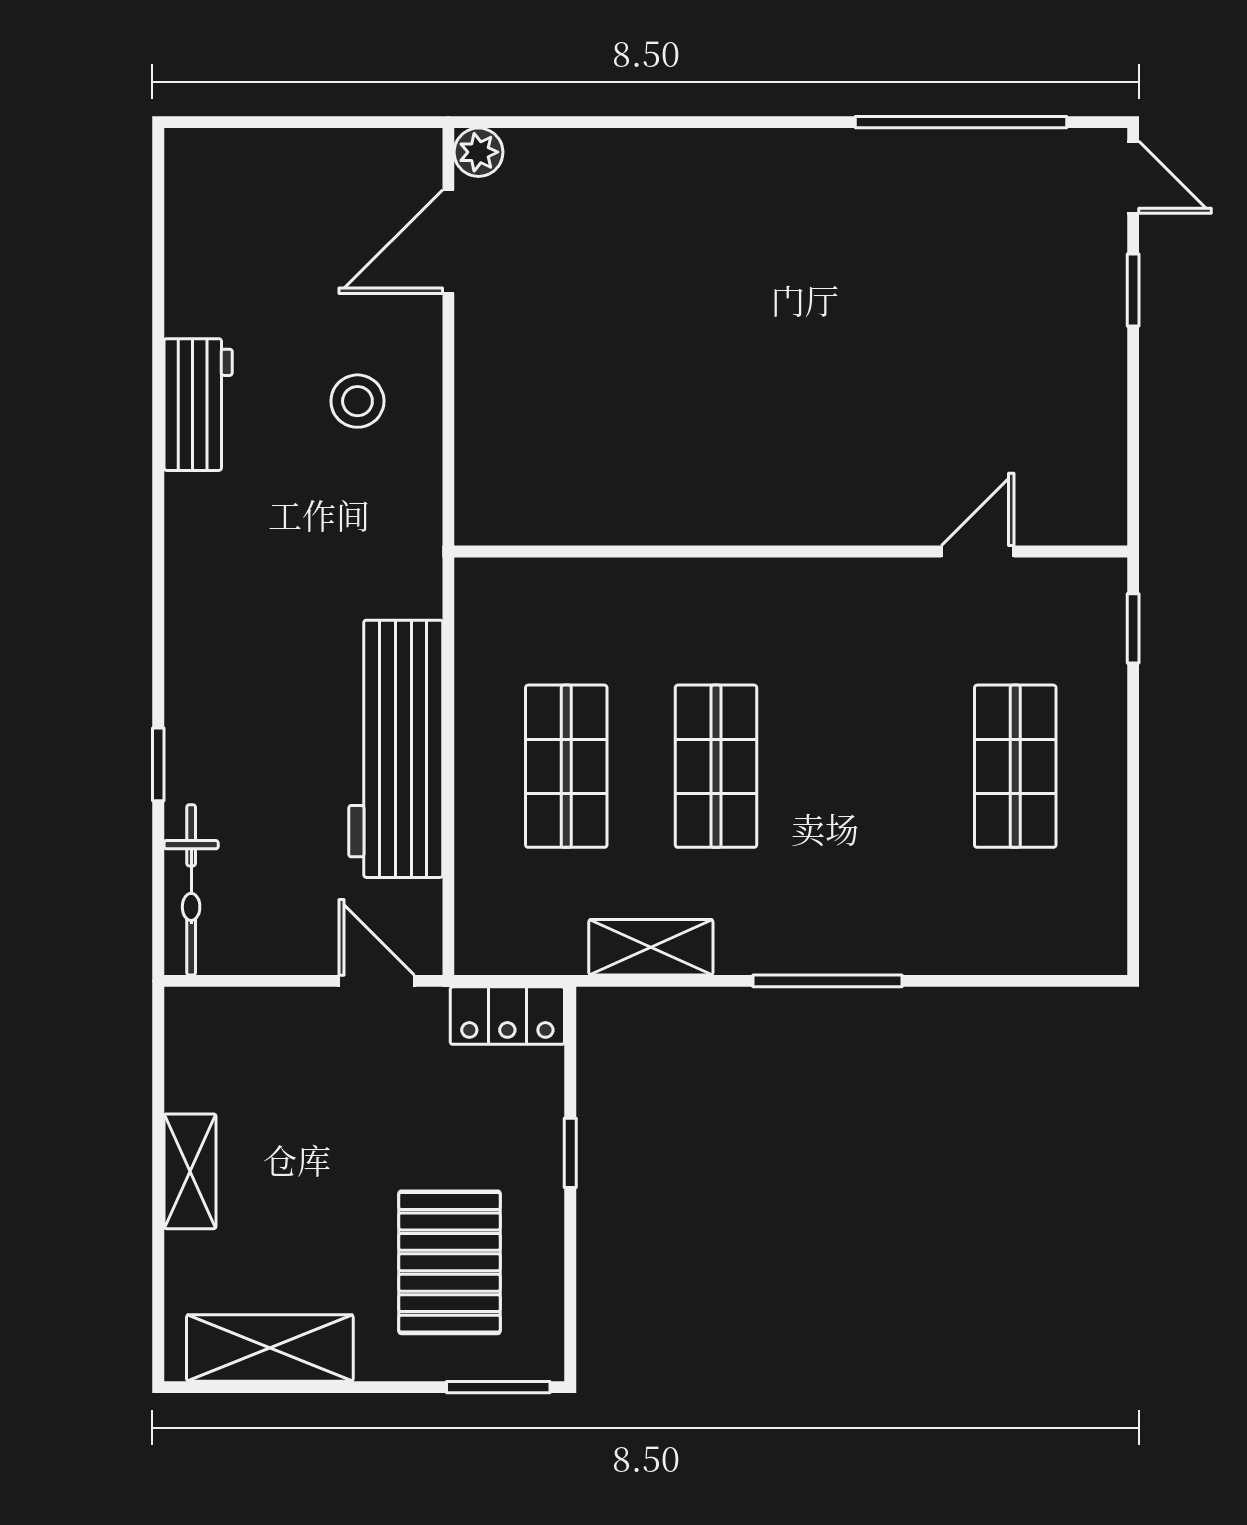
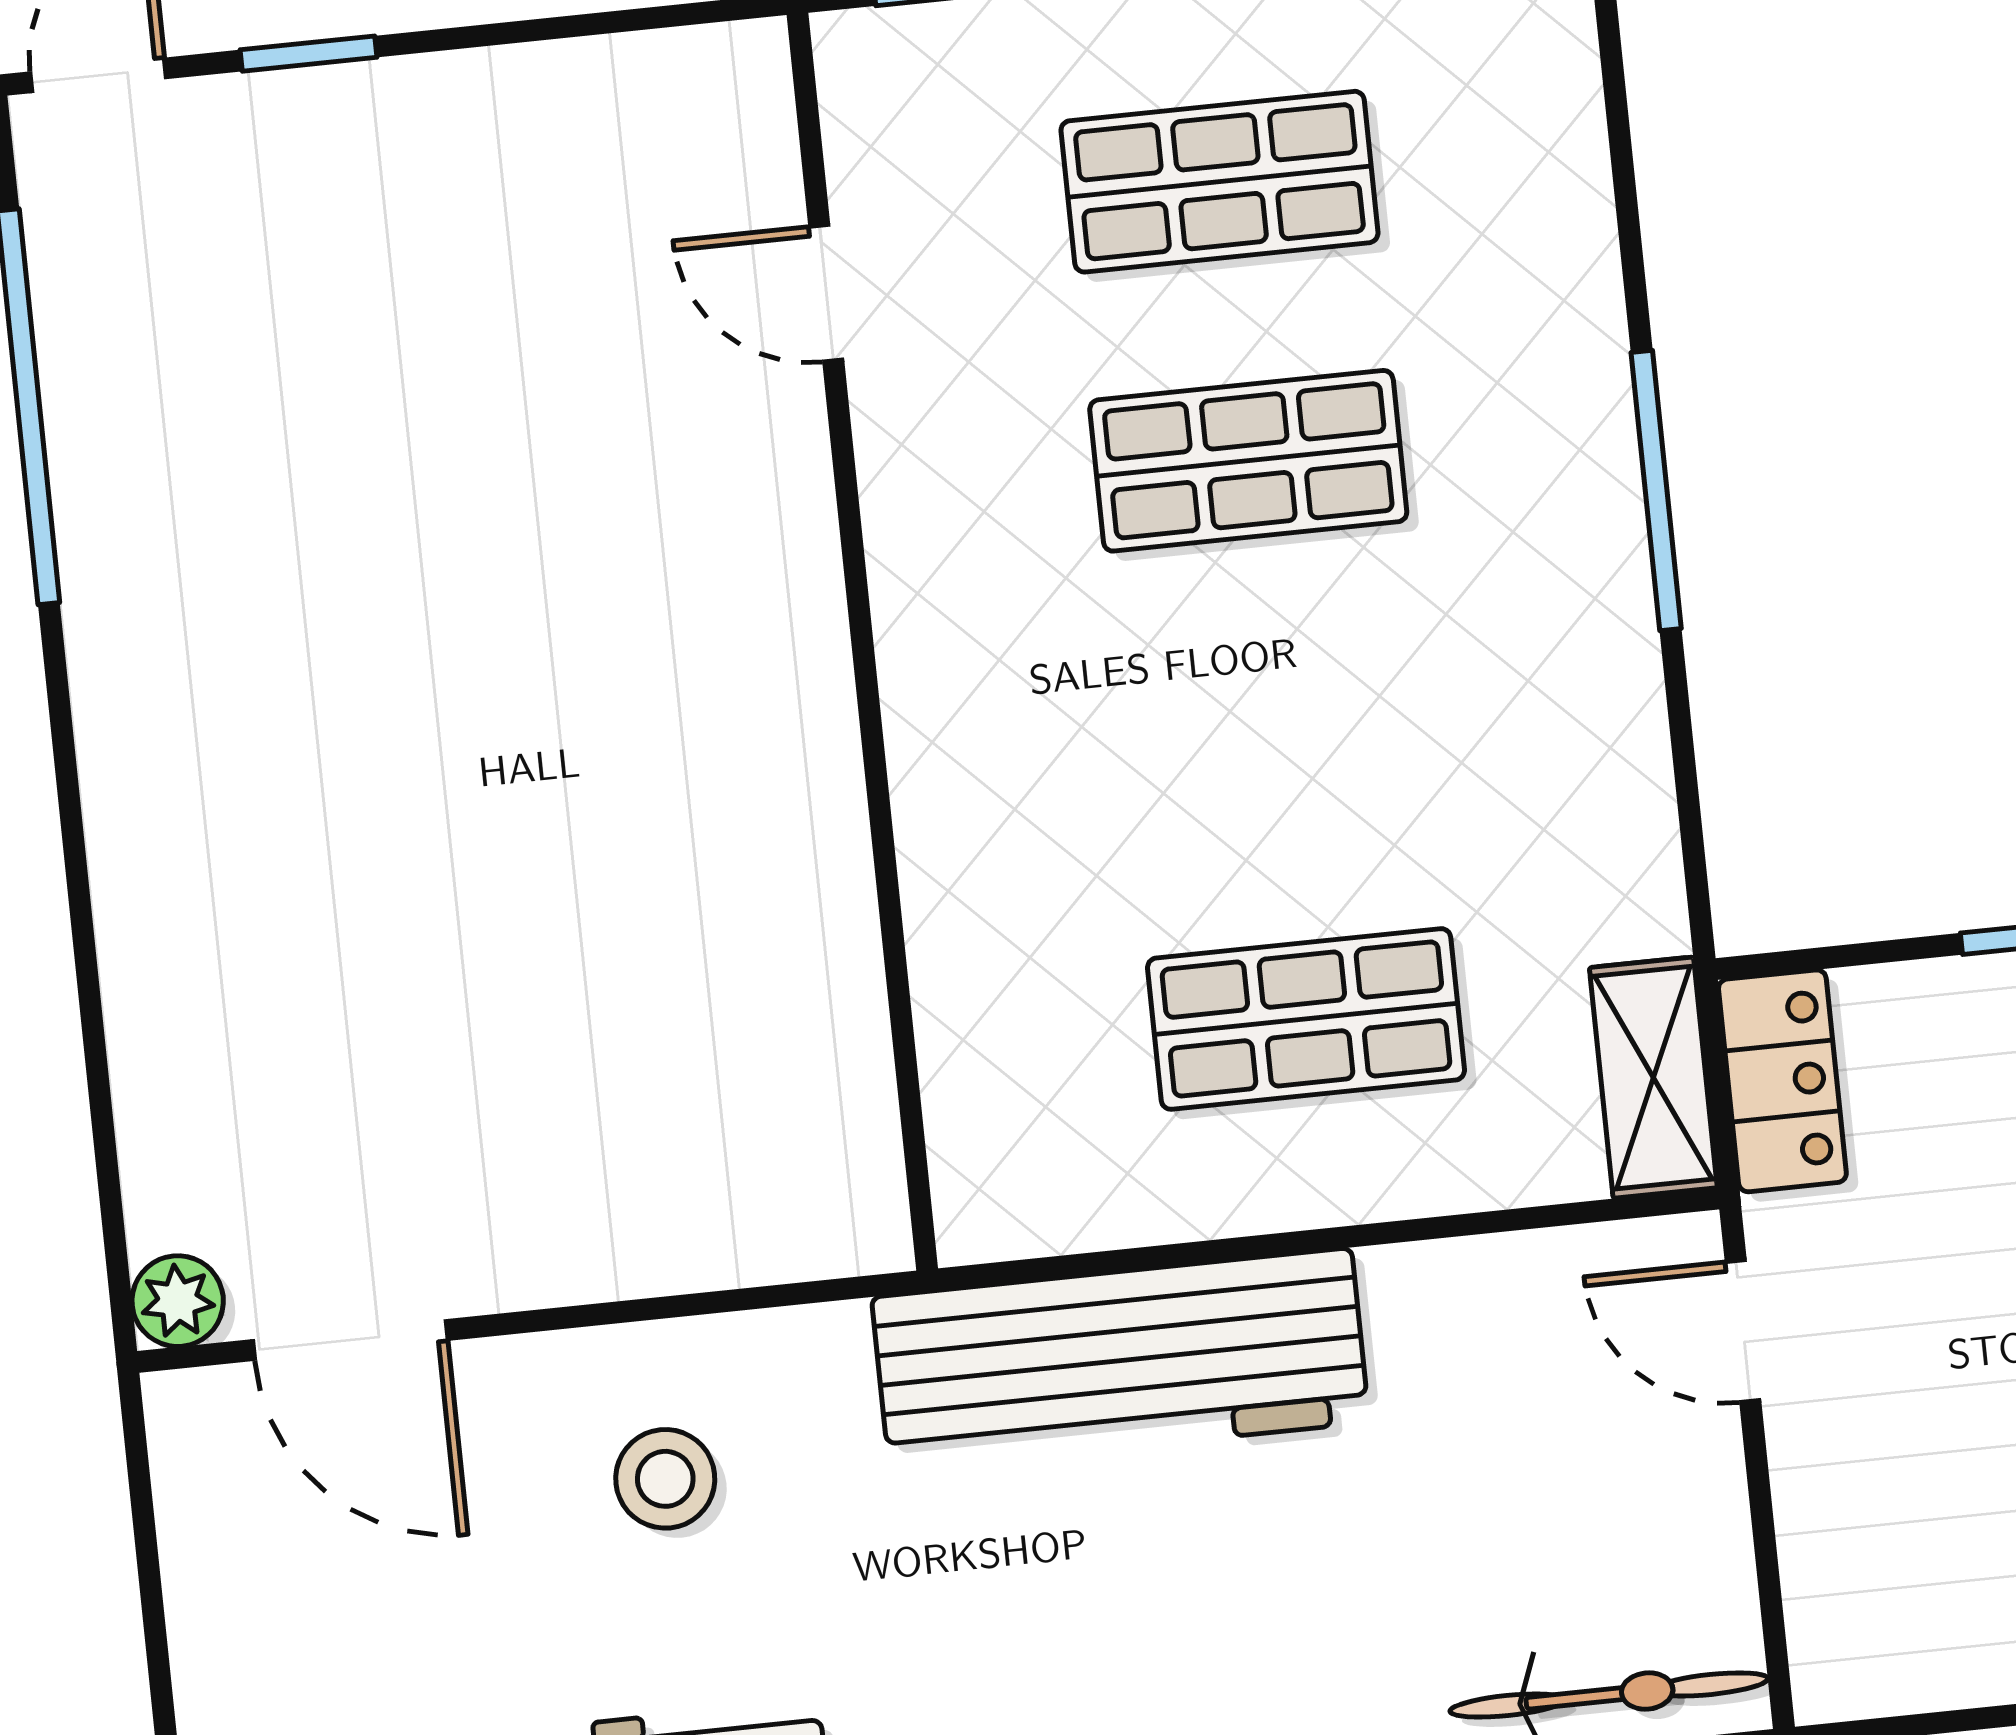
workbench: (396, 749) -> (1120, 1360), moved
shop shelf: (716, 766) -> (1248, 461), moved
shelving: (651, 947) -> (1653, 1078), moved
door: (377, 981) -> (1743, 1331), hinge flipped

